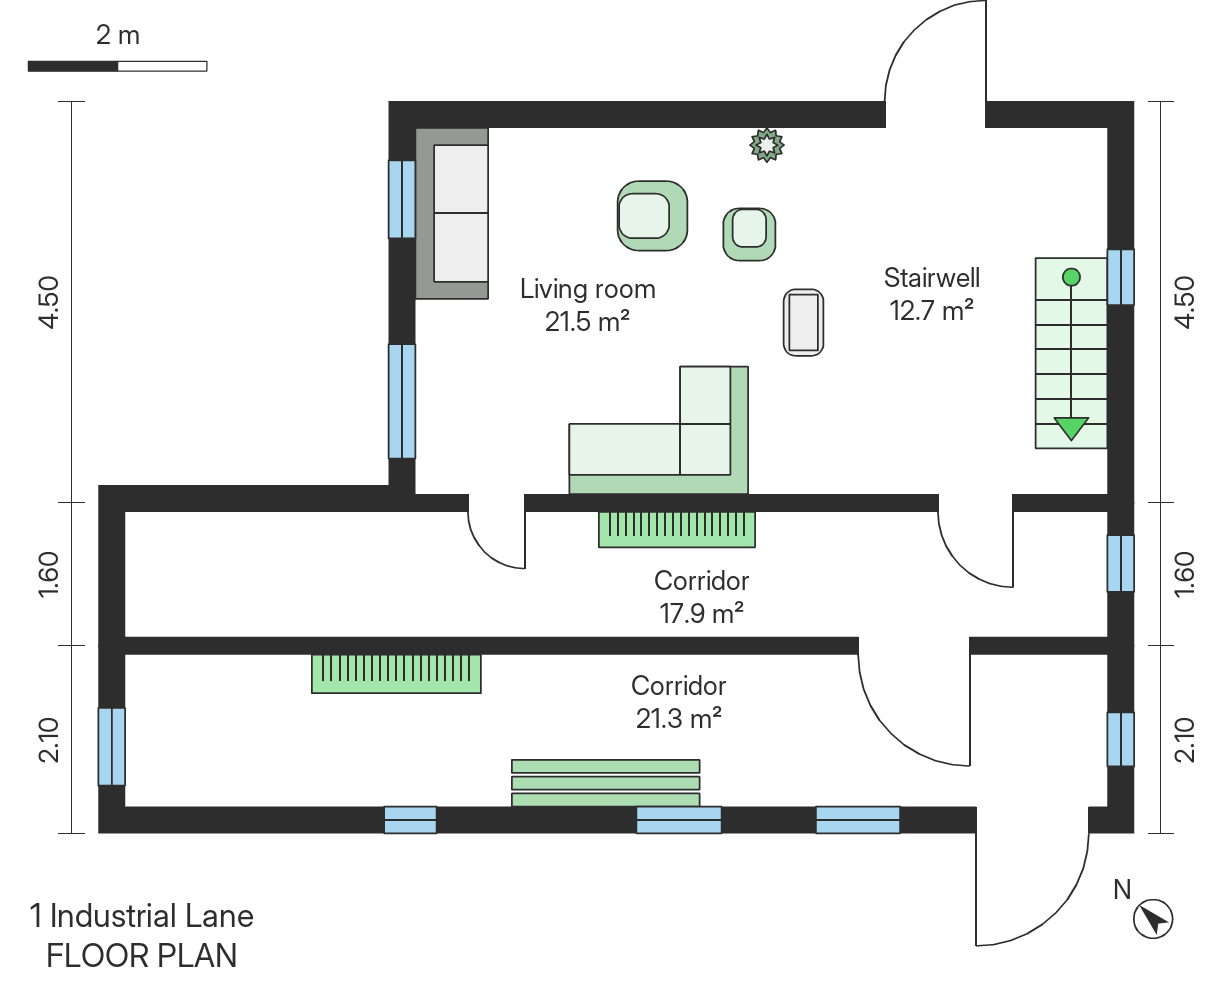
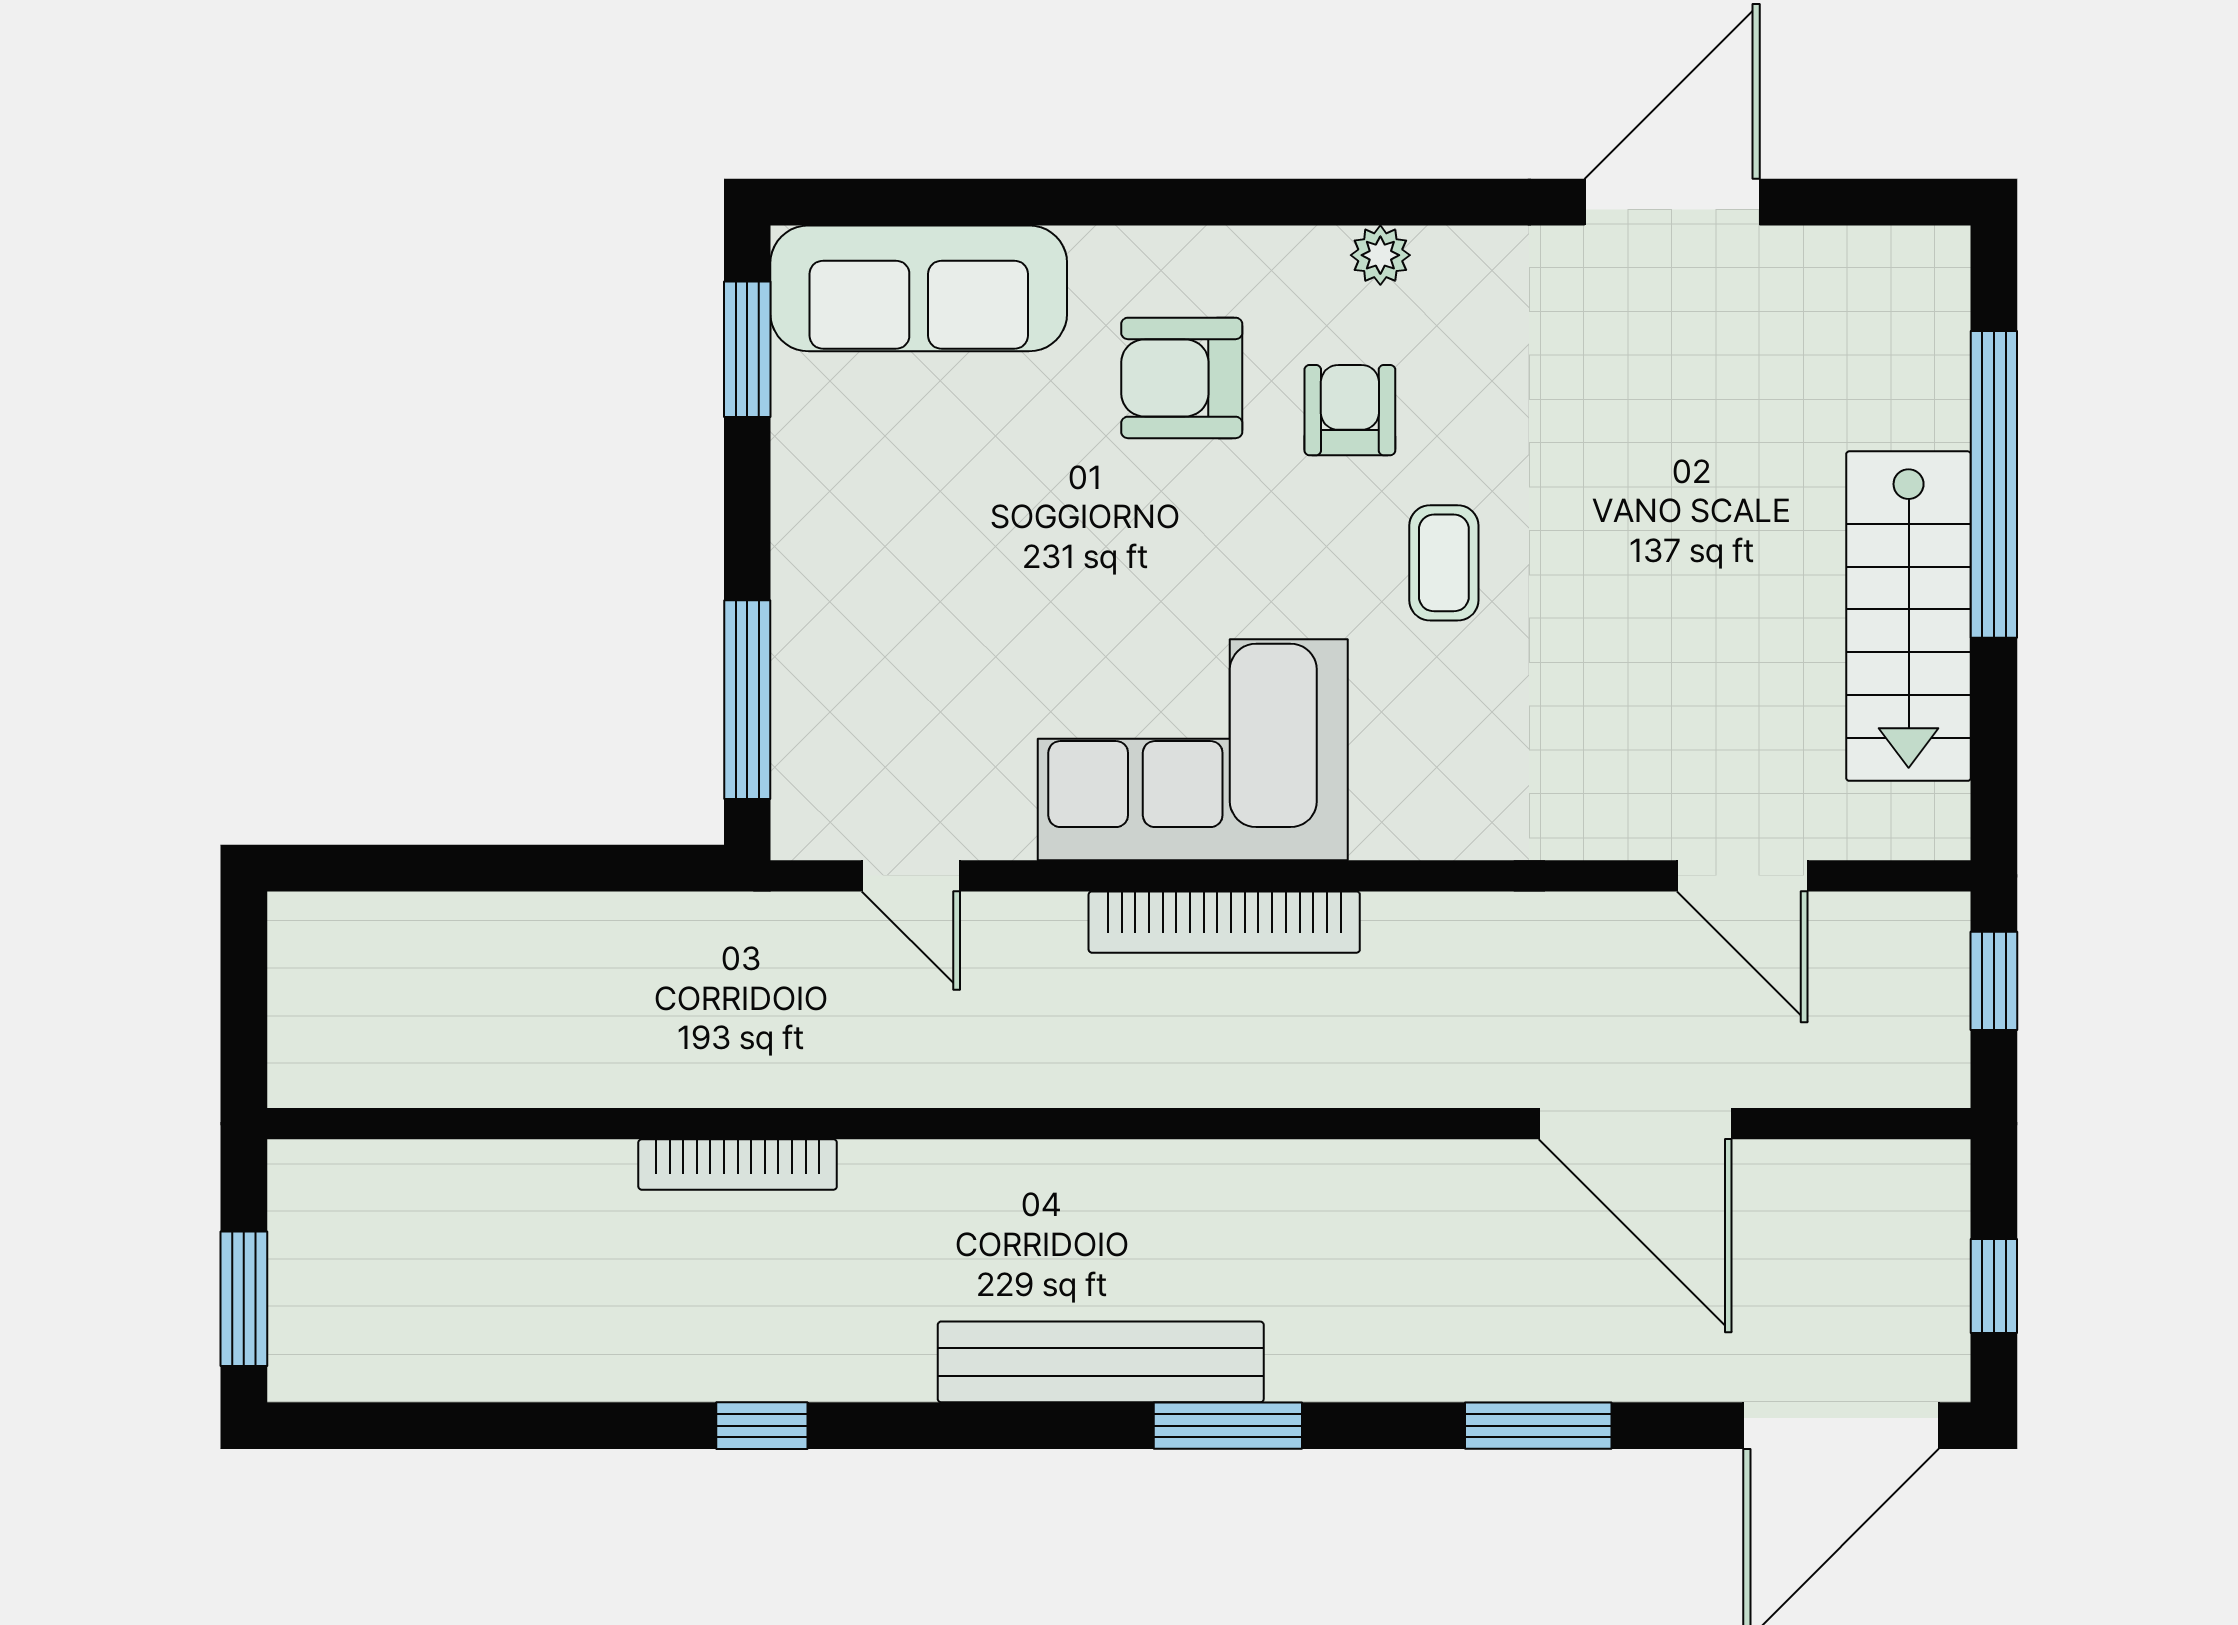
sofa: (452, 213) -> (919, 288), moved, turned 90
window: (1121, 277) -> (1994, 484), width x3.17
bookcase: (396, 674) -> (738, 1164), width x0.68, depth x0.76

